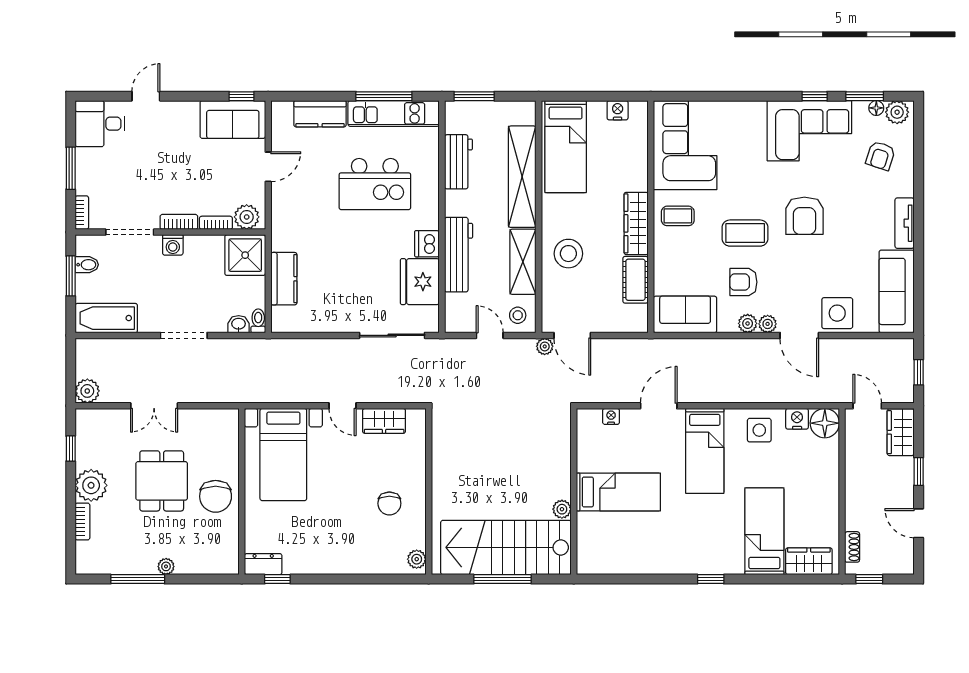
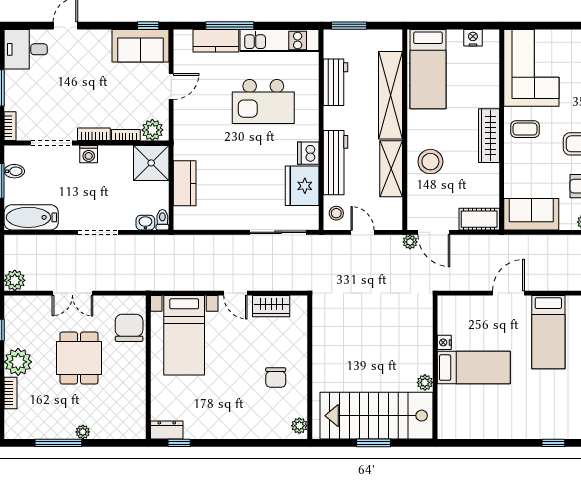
window: (384, 96) -> (230, 26), moved
cot: (635, 280) -> (479, 219), moved, turned 90
stool: (518, 315) -> (336, 213), moved
nightstand: (611, 416) -> (444, 342), moved, turned -90
chair: (216, 496) -> (129, 328), moved, turned 180
window: (502, 579) -> (374, 443), width x0.69

